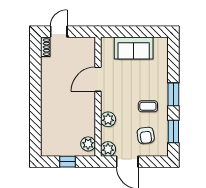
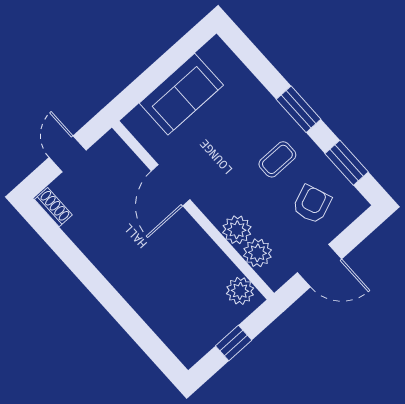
door: (59, 32) -> (68, 154), moved
armchair: (146, 135) -> (312, 204), turned -103
plant: (108, 149) -> (258, 253), moved

